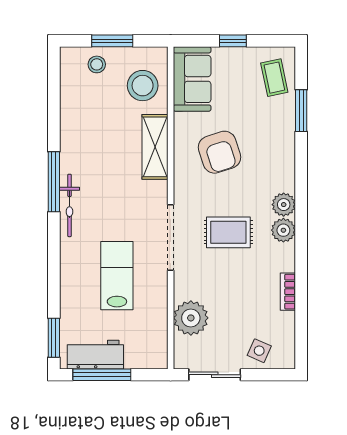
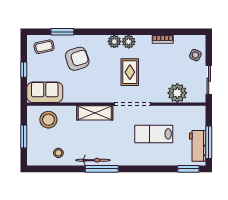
stool: (97, 64) -> (58, 153), moved
shelving: (155, 147) -> (95, 113), moved
armchair: (220, 152) -> (77, 59), moved
bicycle: (69, 205) -> (93, 160), moved

